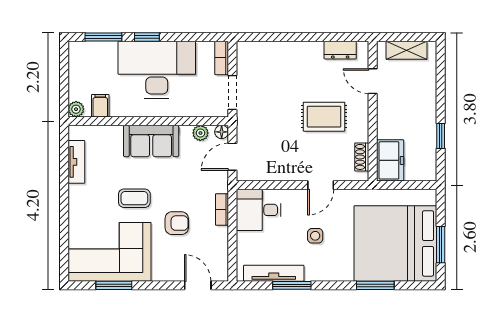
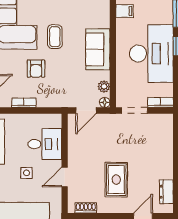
door: (232, 157) -> (86, 111), swing flipped
door: (321, 185) -> (65, 177), hinge flipped
bookcase: (222, 209) -> (24, 103), moved
desk: (259, 210) -> (45, 144), moved, turned 90

